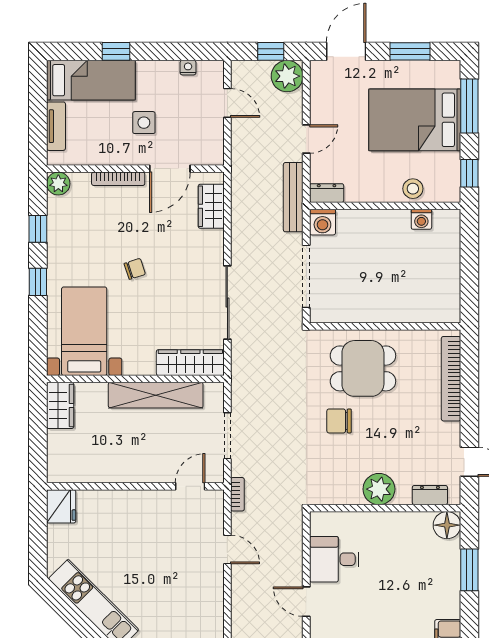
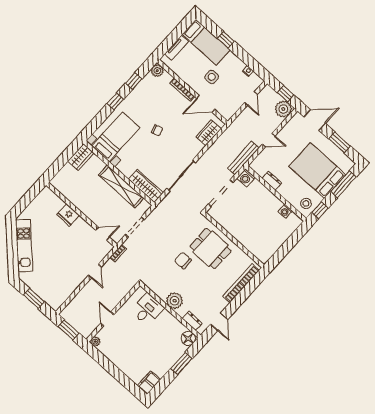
stool: (413, 189) -> (306, 203), moved
dresser: (327, 193) -> (272, 181), moved
fridge: (61, 506) -> (68, 215), moved, turned 90
desk: (334, 559) -> (148, 309), moved, turned 90

